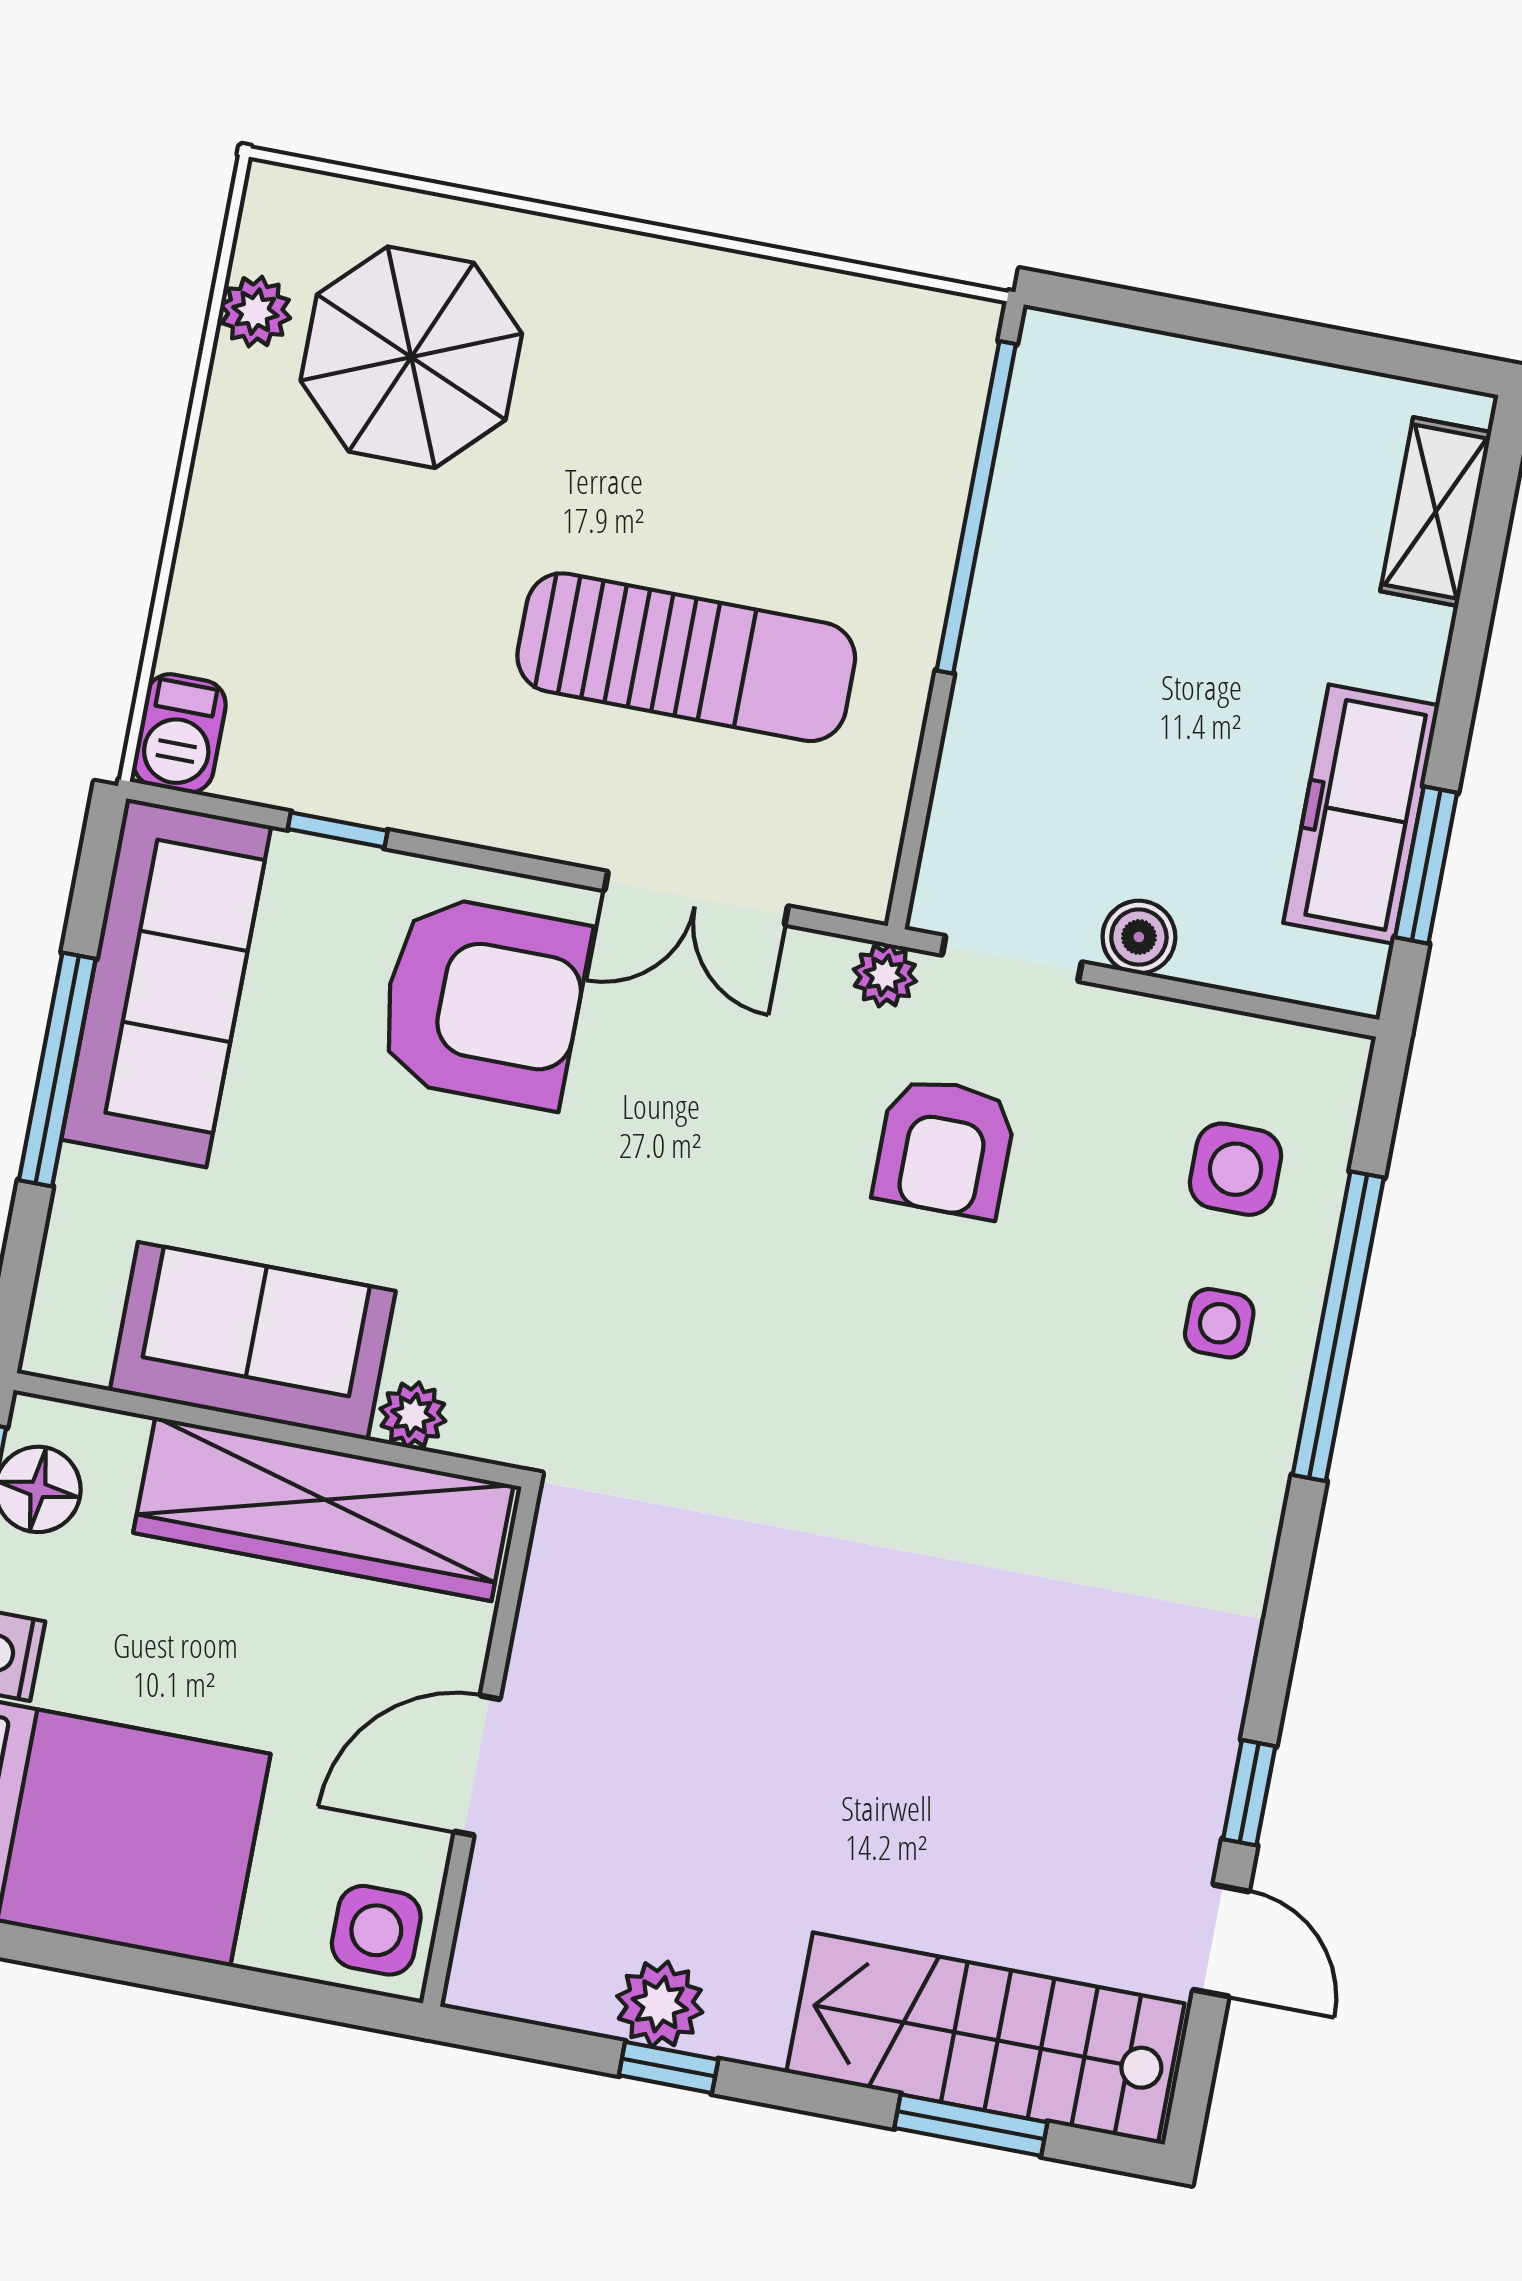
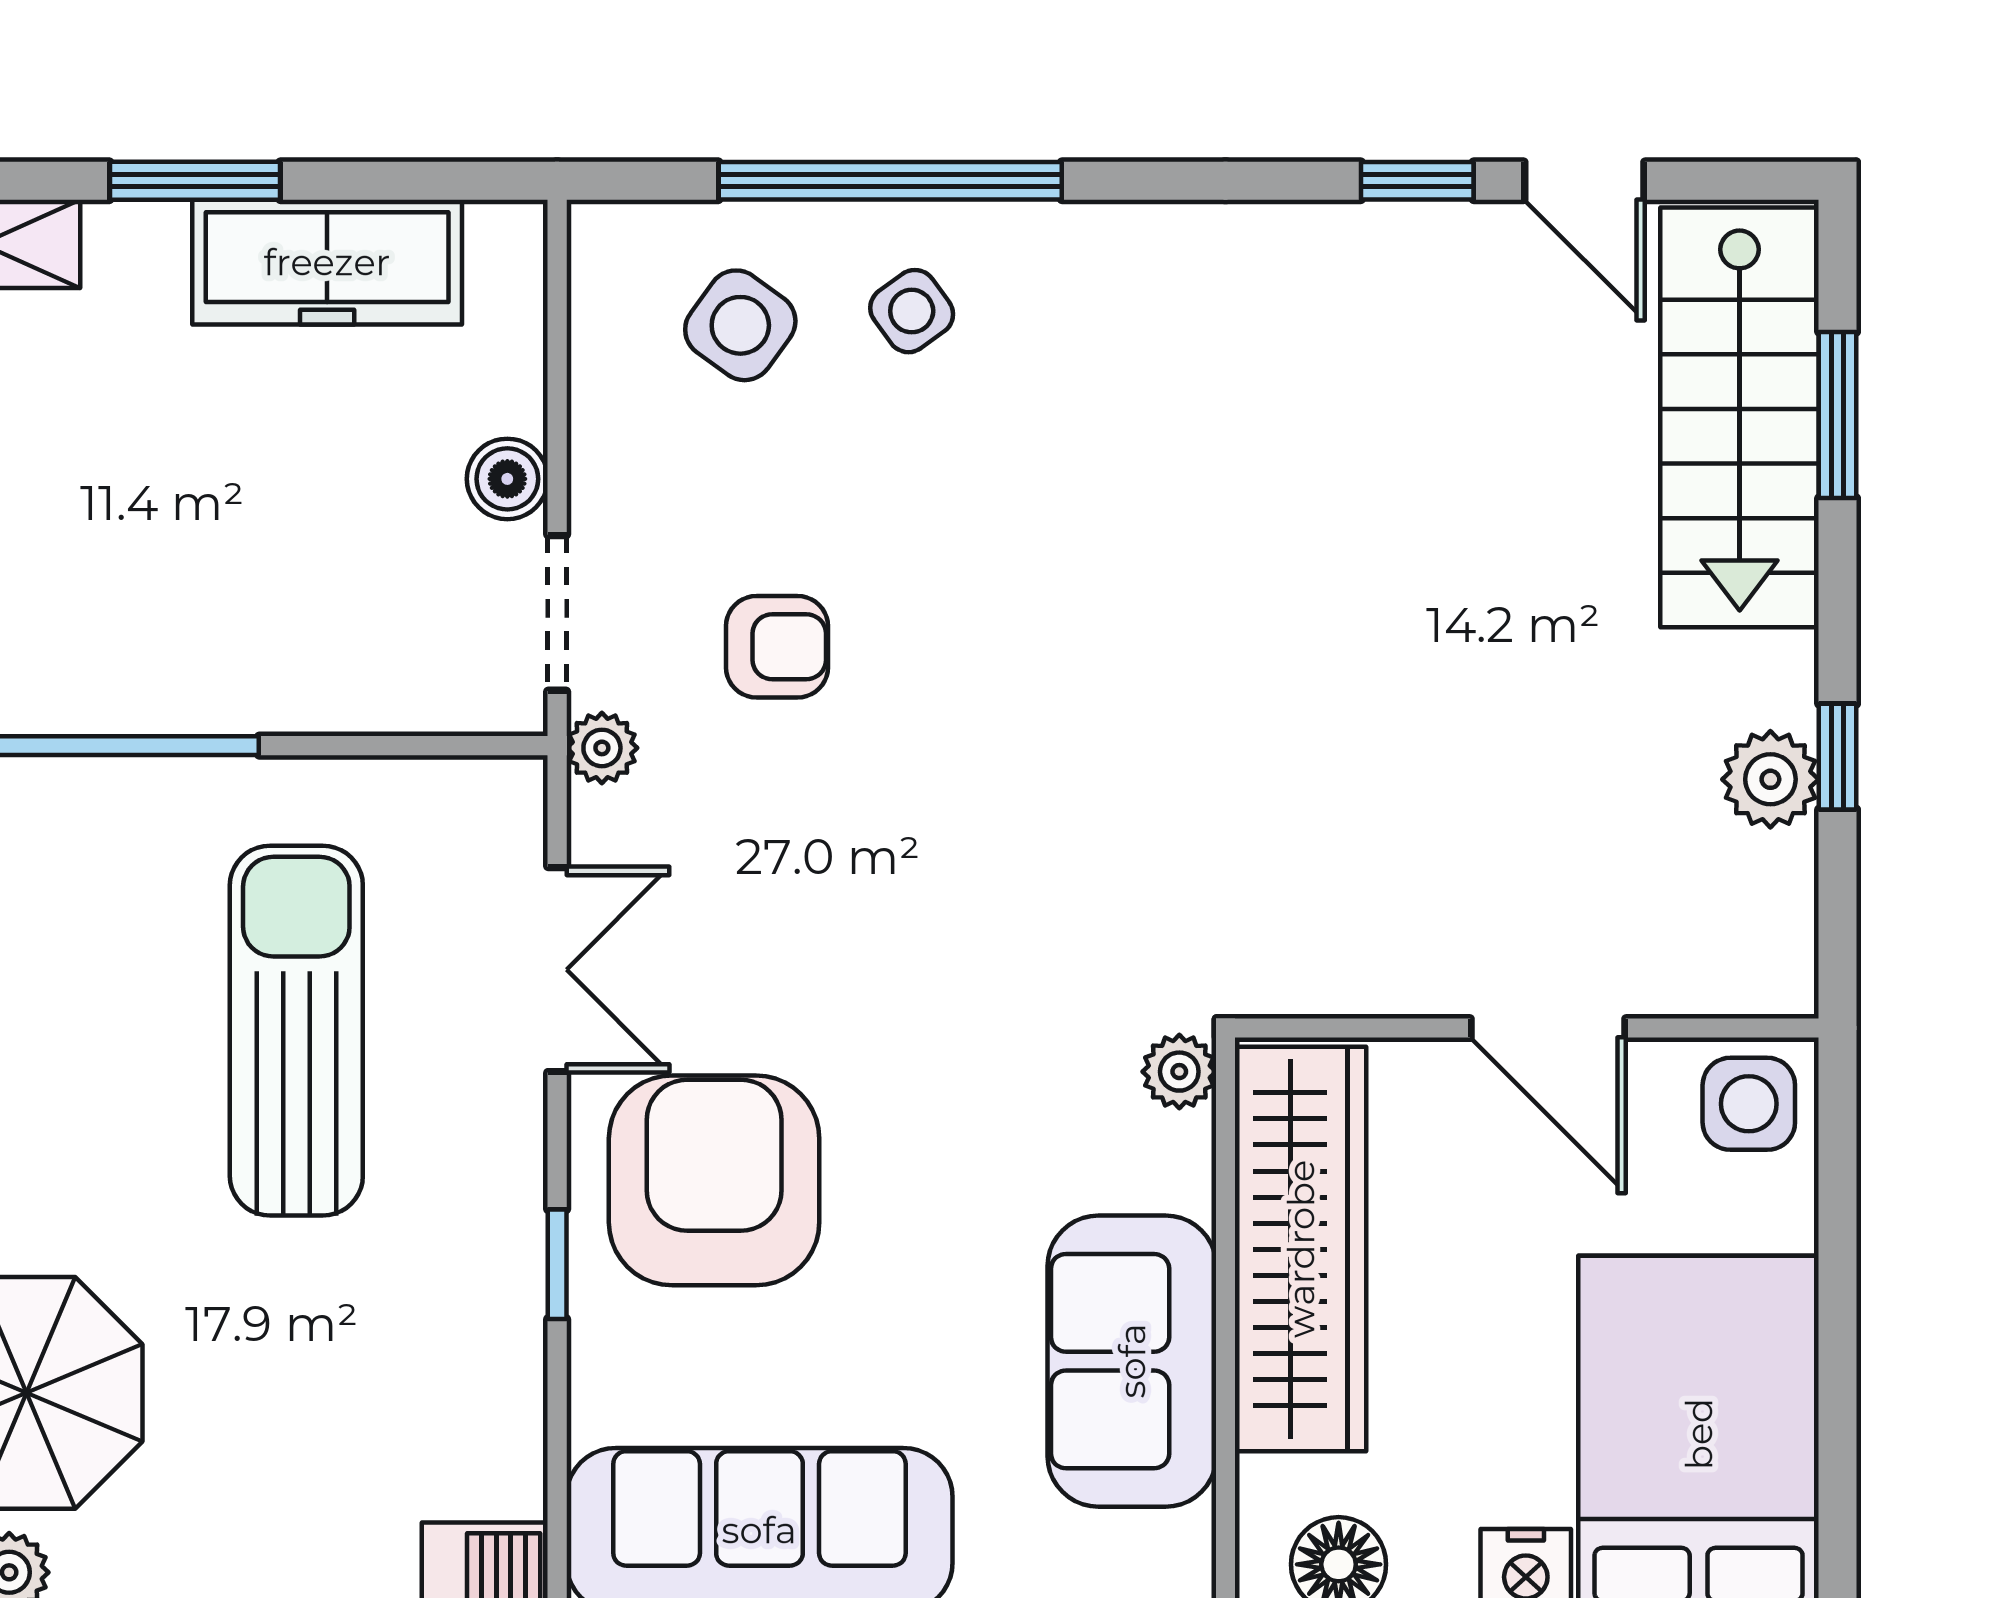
window: (338, 830) -> (557, 1264), moved
window: (1426, 865) -> (195, 181), moved
armchair: (945, 1147) -> (777, 647), width x0.72, depth x0.72
side table: (1235, 1169) -> (740, 325), turned 36
side table: (1219, 1323) -> (912, 311), turned -36
plant: (413, 1415) -> (1179, 1072), moved
door: (1221, 1941) -> (1584, 181), swing flipped

